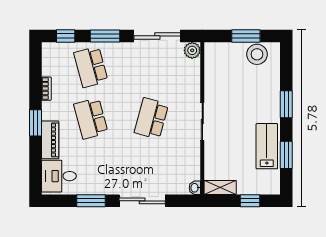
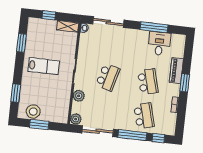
window: (105, 36) -> (132, 135), width x1.44
plant: (192, 86) -> (79, 96), added
window: (286, 104) -> (16, 93), moved
lab bench: (267, 146) -> (44, 66), moved, turned -90
desk: (59, 176) -> (159, 43), moved, turned -90
window: (91, 201) -> (154, 27), width x1.44
sliding door: (142, 201) -> (108, 22), moved

